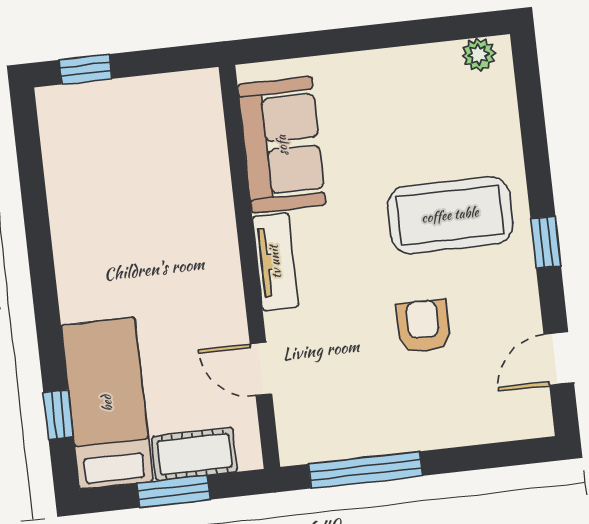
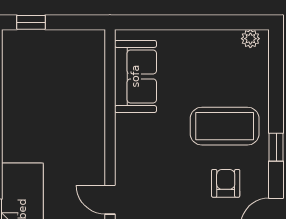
tv unit: (275, 262) -> (125, 141), removed
armchair: (423, 326) -> (226, 183), moved

